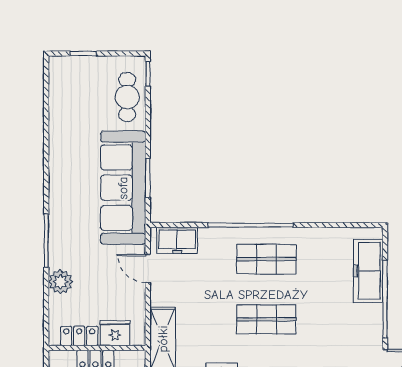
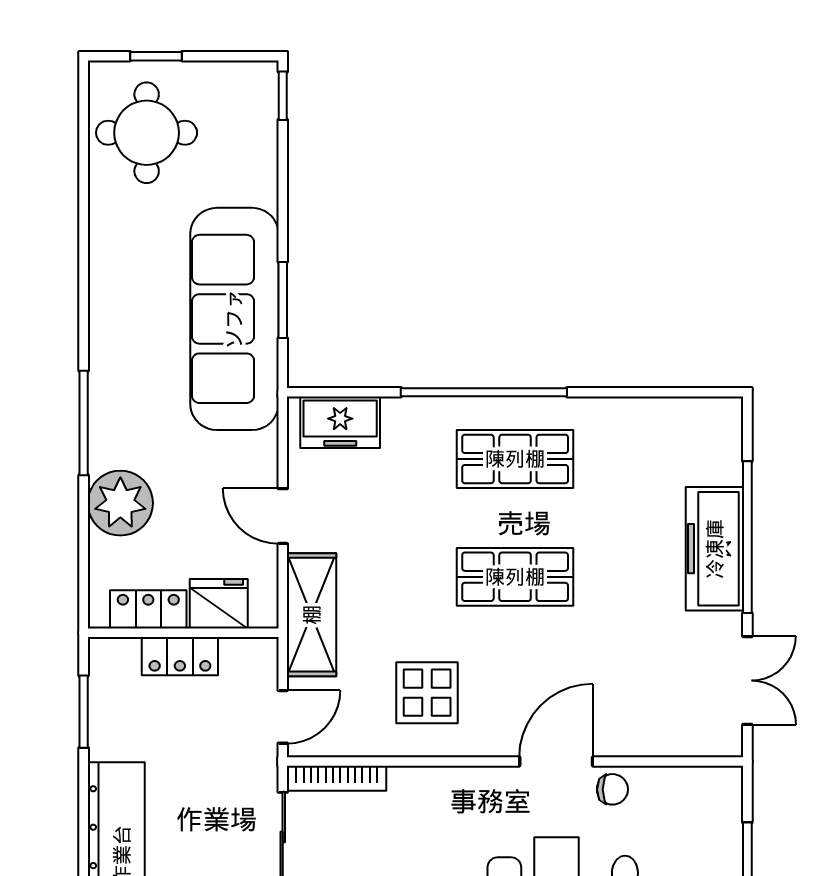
round table: (78, 93) -> (147, 133), added
cafe table: (127, 97) -> (242, 141), removed
door: (148, 268) -> (283, 516), moved
freezer: (368, 271) -> (715, 549), moved
plant: (60, 282) -> (120, 503), width x1.36, depth x1.36

